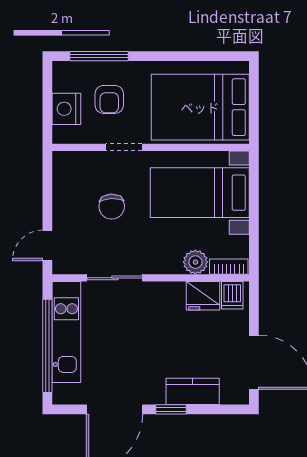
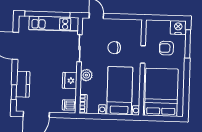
nightstand: (66, 109) -> (178, 28), moved
plant: (195, 262) -> (86, 75), moved
fridge: (203, 296) -> (70, 81), moved
window: (171, 409) -> (14, 92), moved

